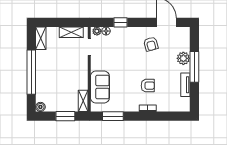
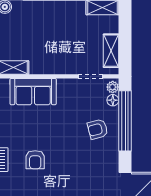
window: (121, 22) -> (125, 121), width x3.17
armchair: (151, 44) -> (98, 129), moved

